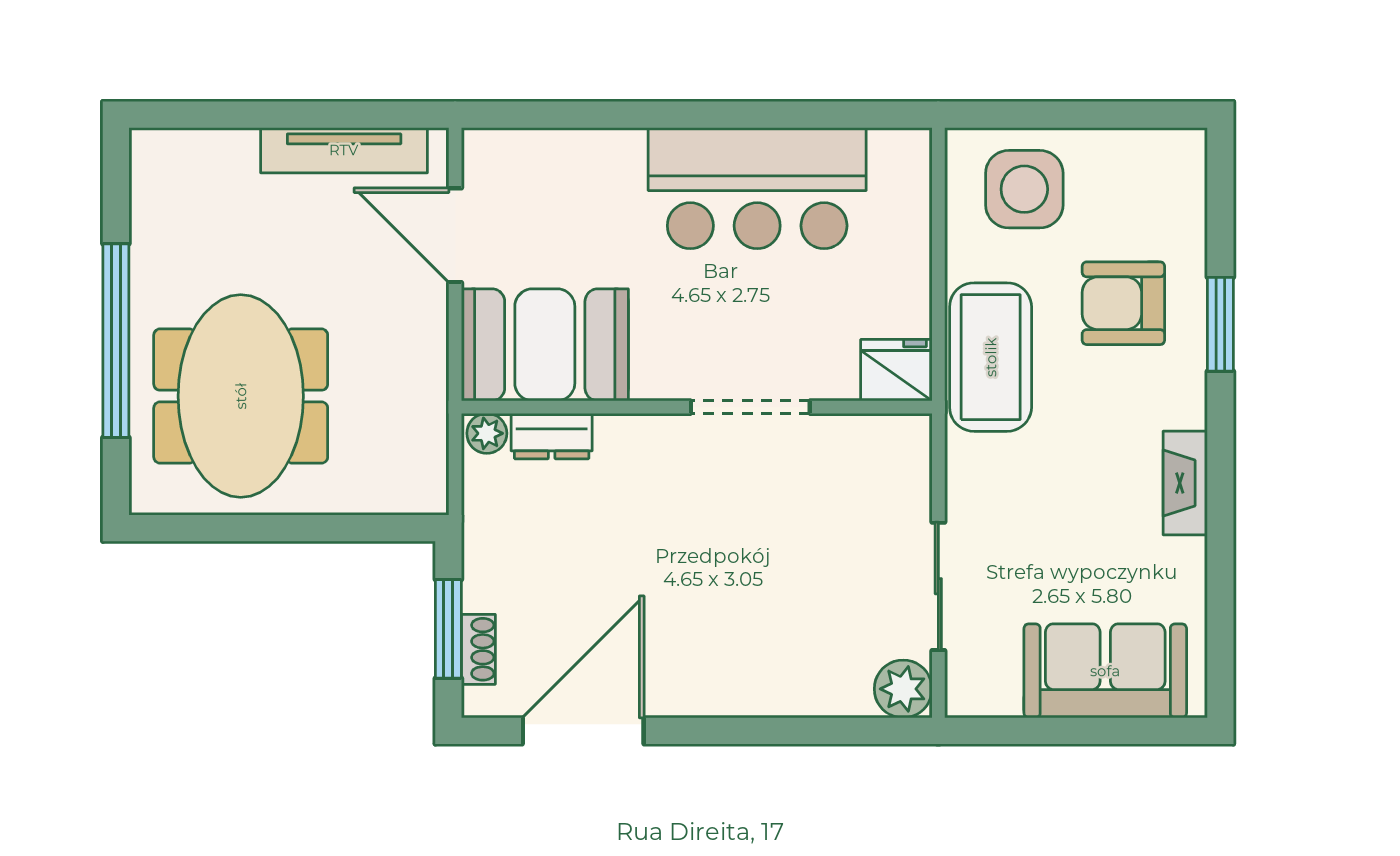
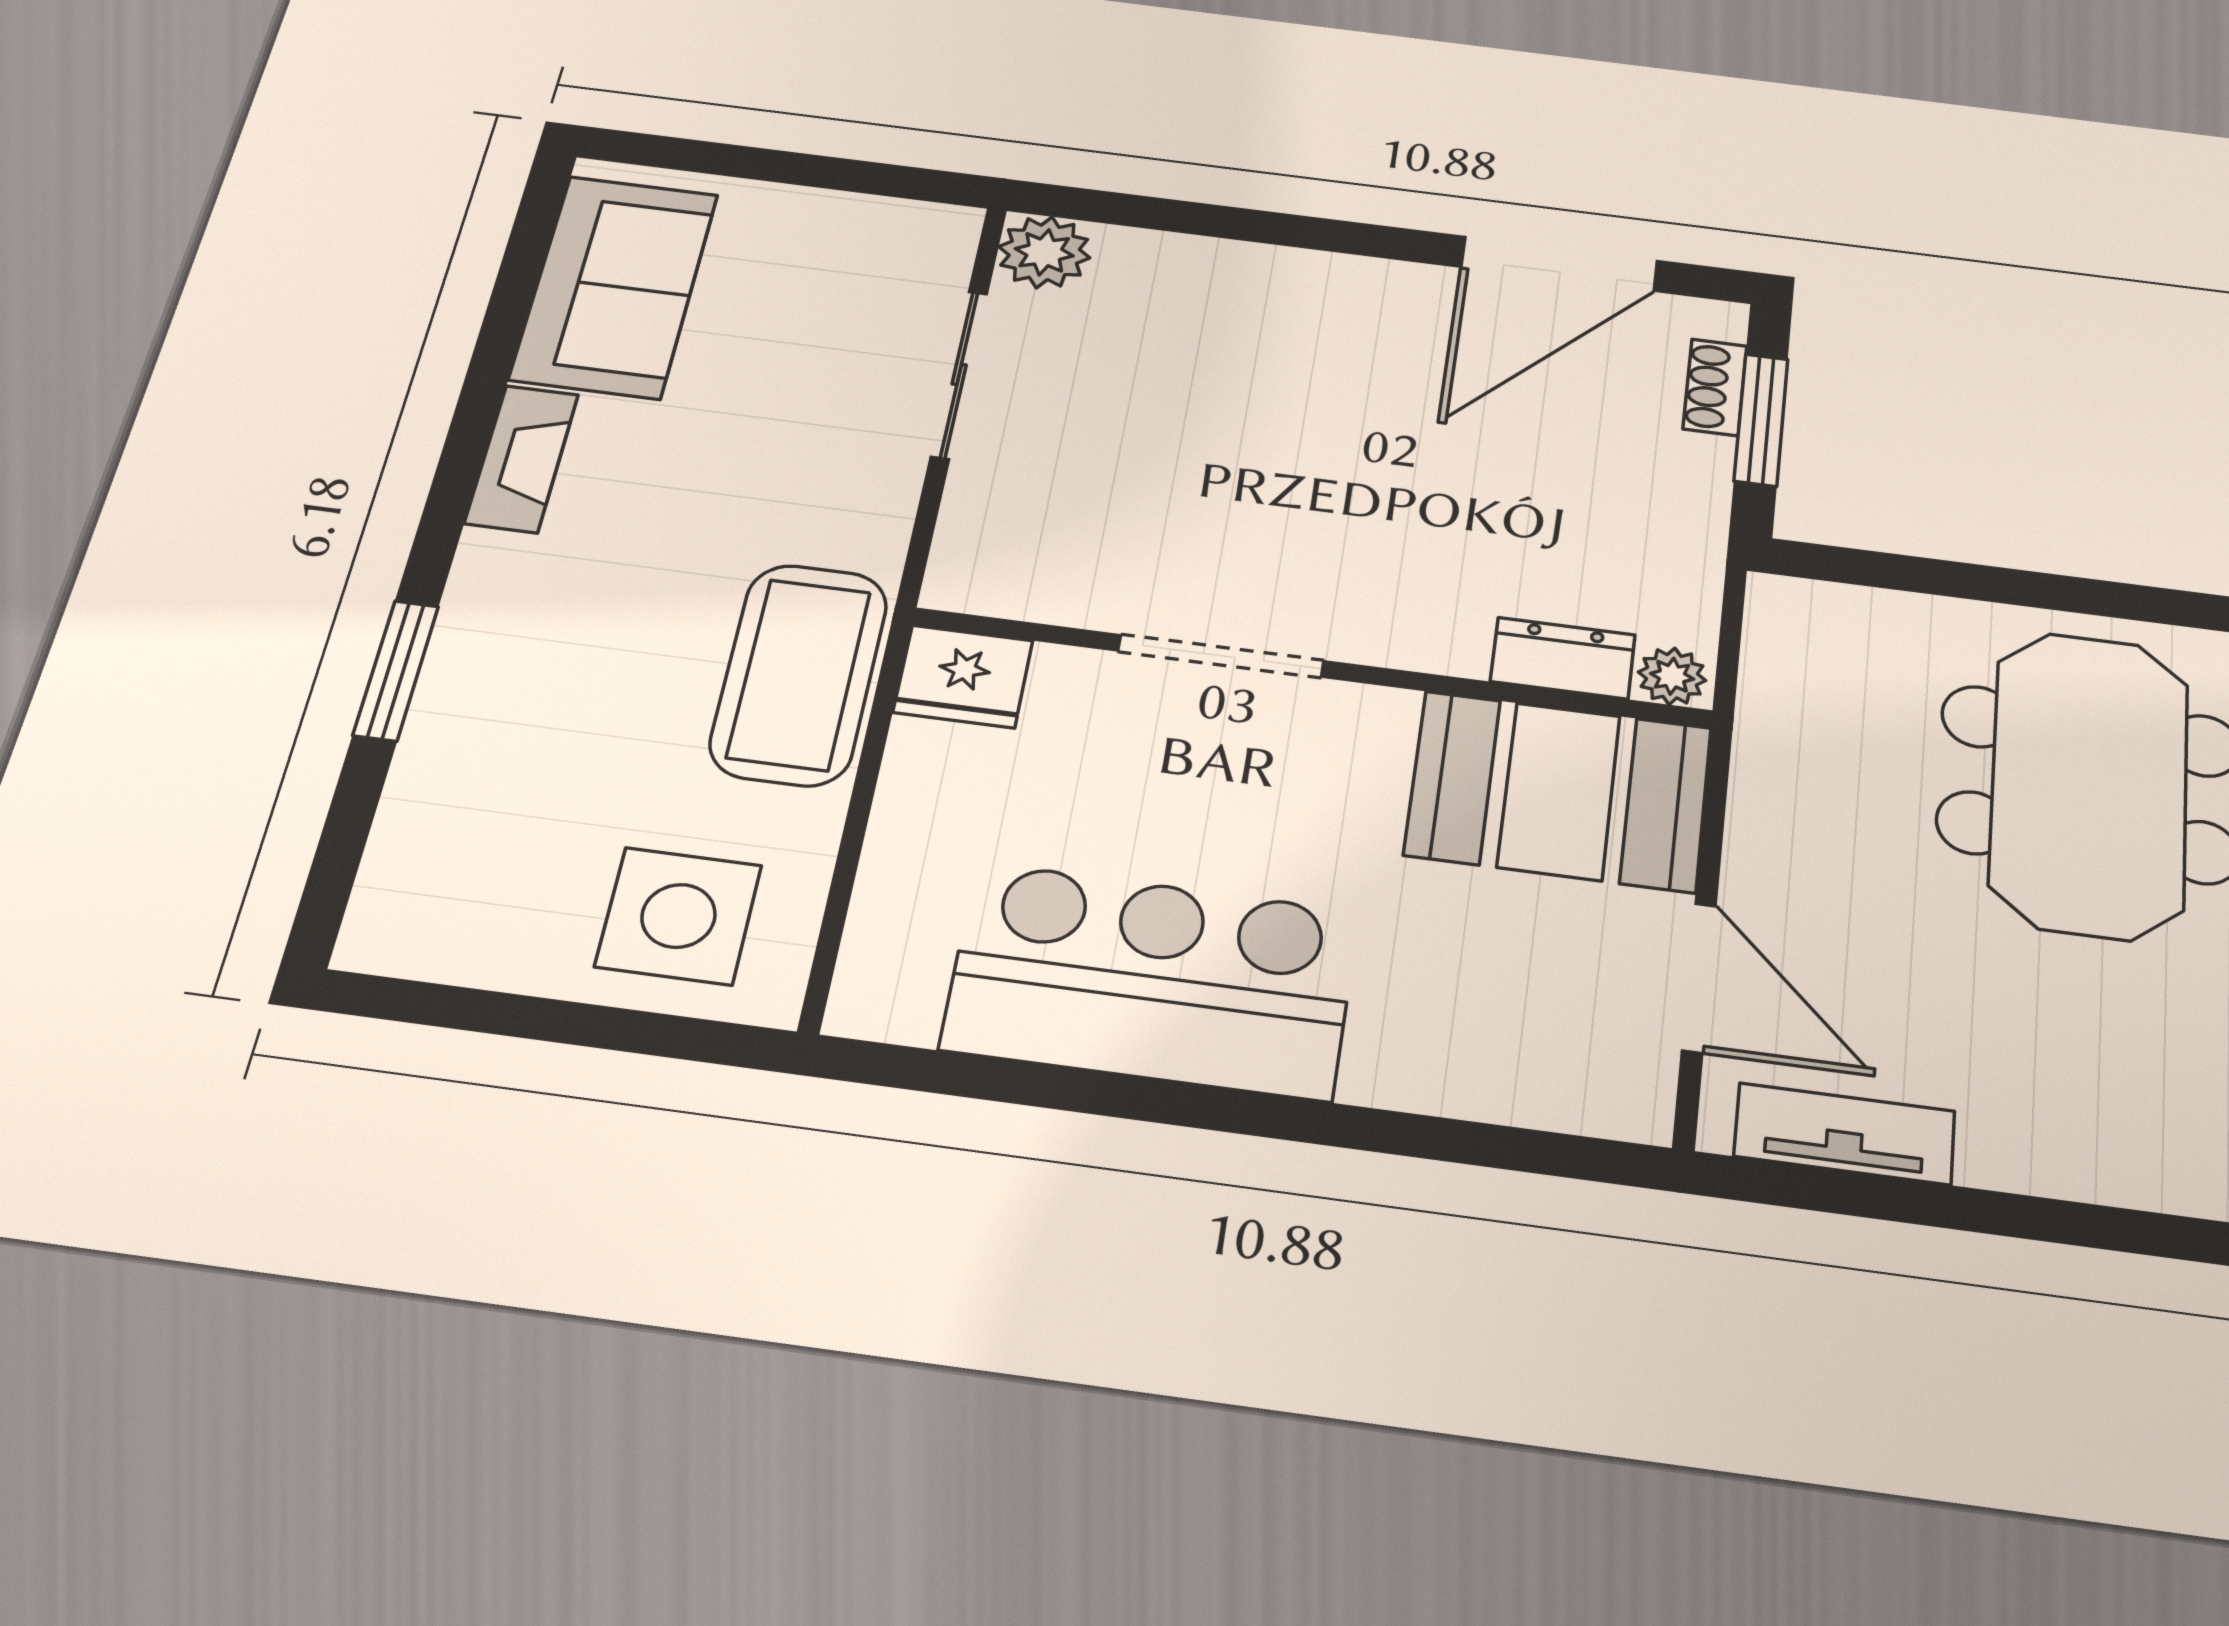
tv unit: (344, 150) -> (1845, 1134), width x0.71
armchair: (1123, 303) -> (552, 722), removed
sofa: (1105, 671) -> (614, 286), moved, turned -90

